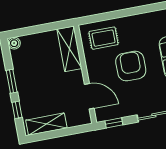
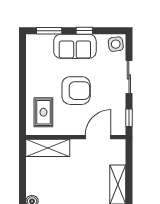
armchair: (131, 66) -> (76, 91), turned 180

